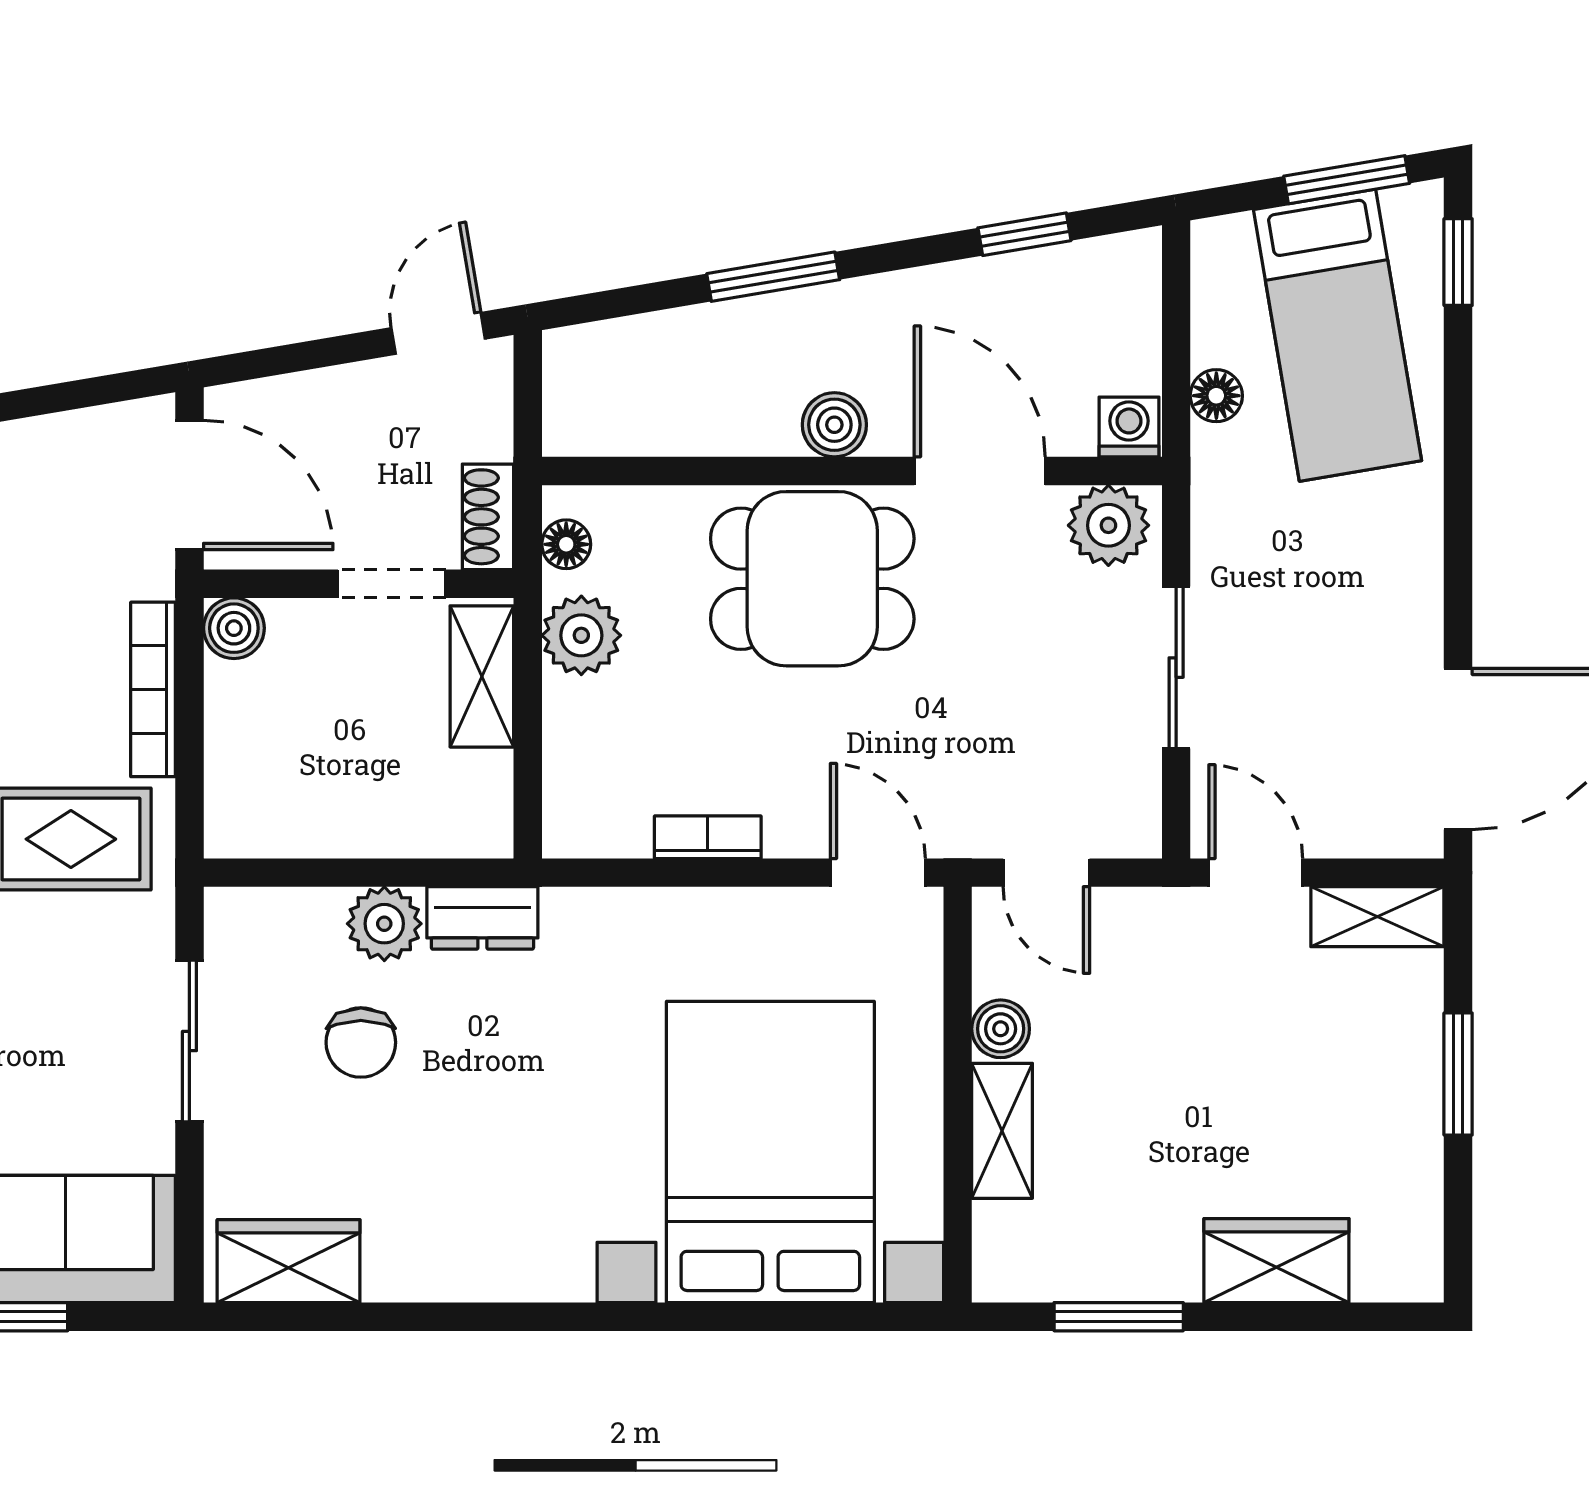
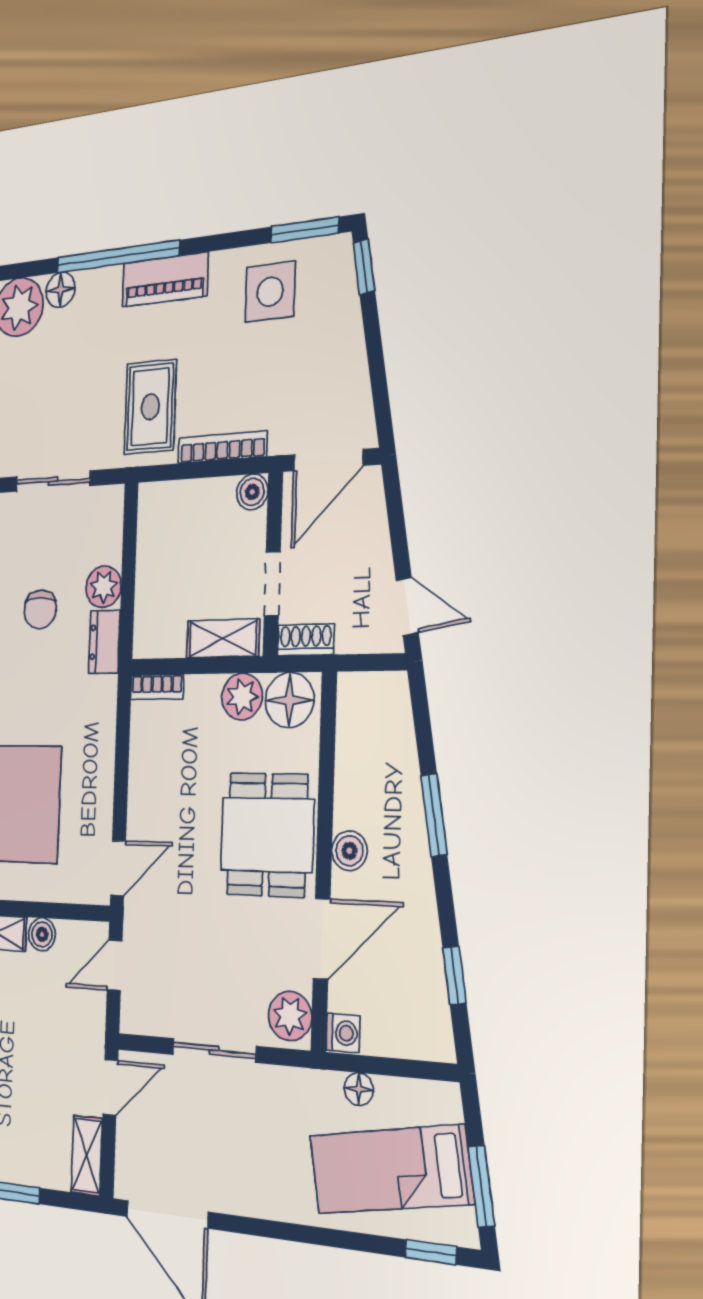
floor lamp: (566, 544) -> (289, 700), width x1.89, depth x1.89
bookcase: (708, 837) -> (157, 687), moved, turned 90
chair: (361, 1042) -> (40, 610), moved, turned -90

